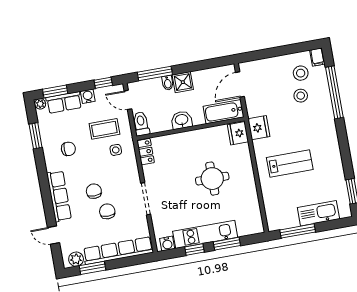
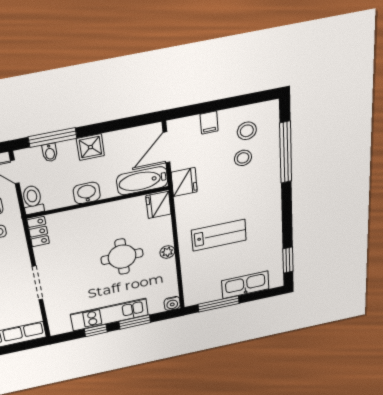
filing cabinet: (317, 57) -> (209, 123), moved
bidet: (168, 83) -> (50, 153), moved
fridge: (259, 128) -> (184, 182), moved
plant: (249, 177) -> (167, 252), added
water cooler: (167, 244) -> (172, 303), moved

